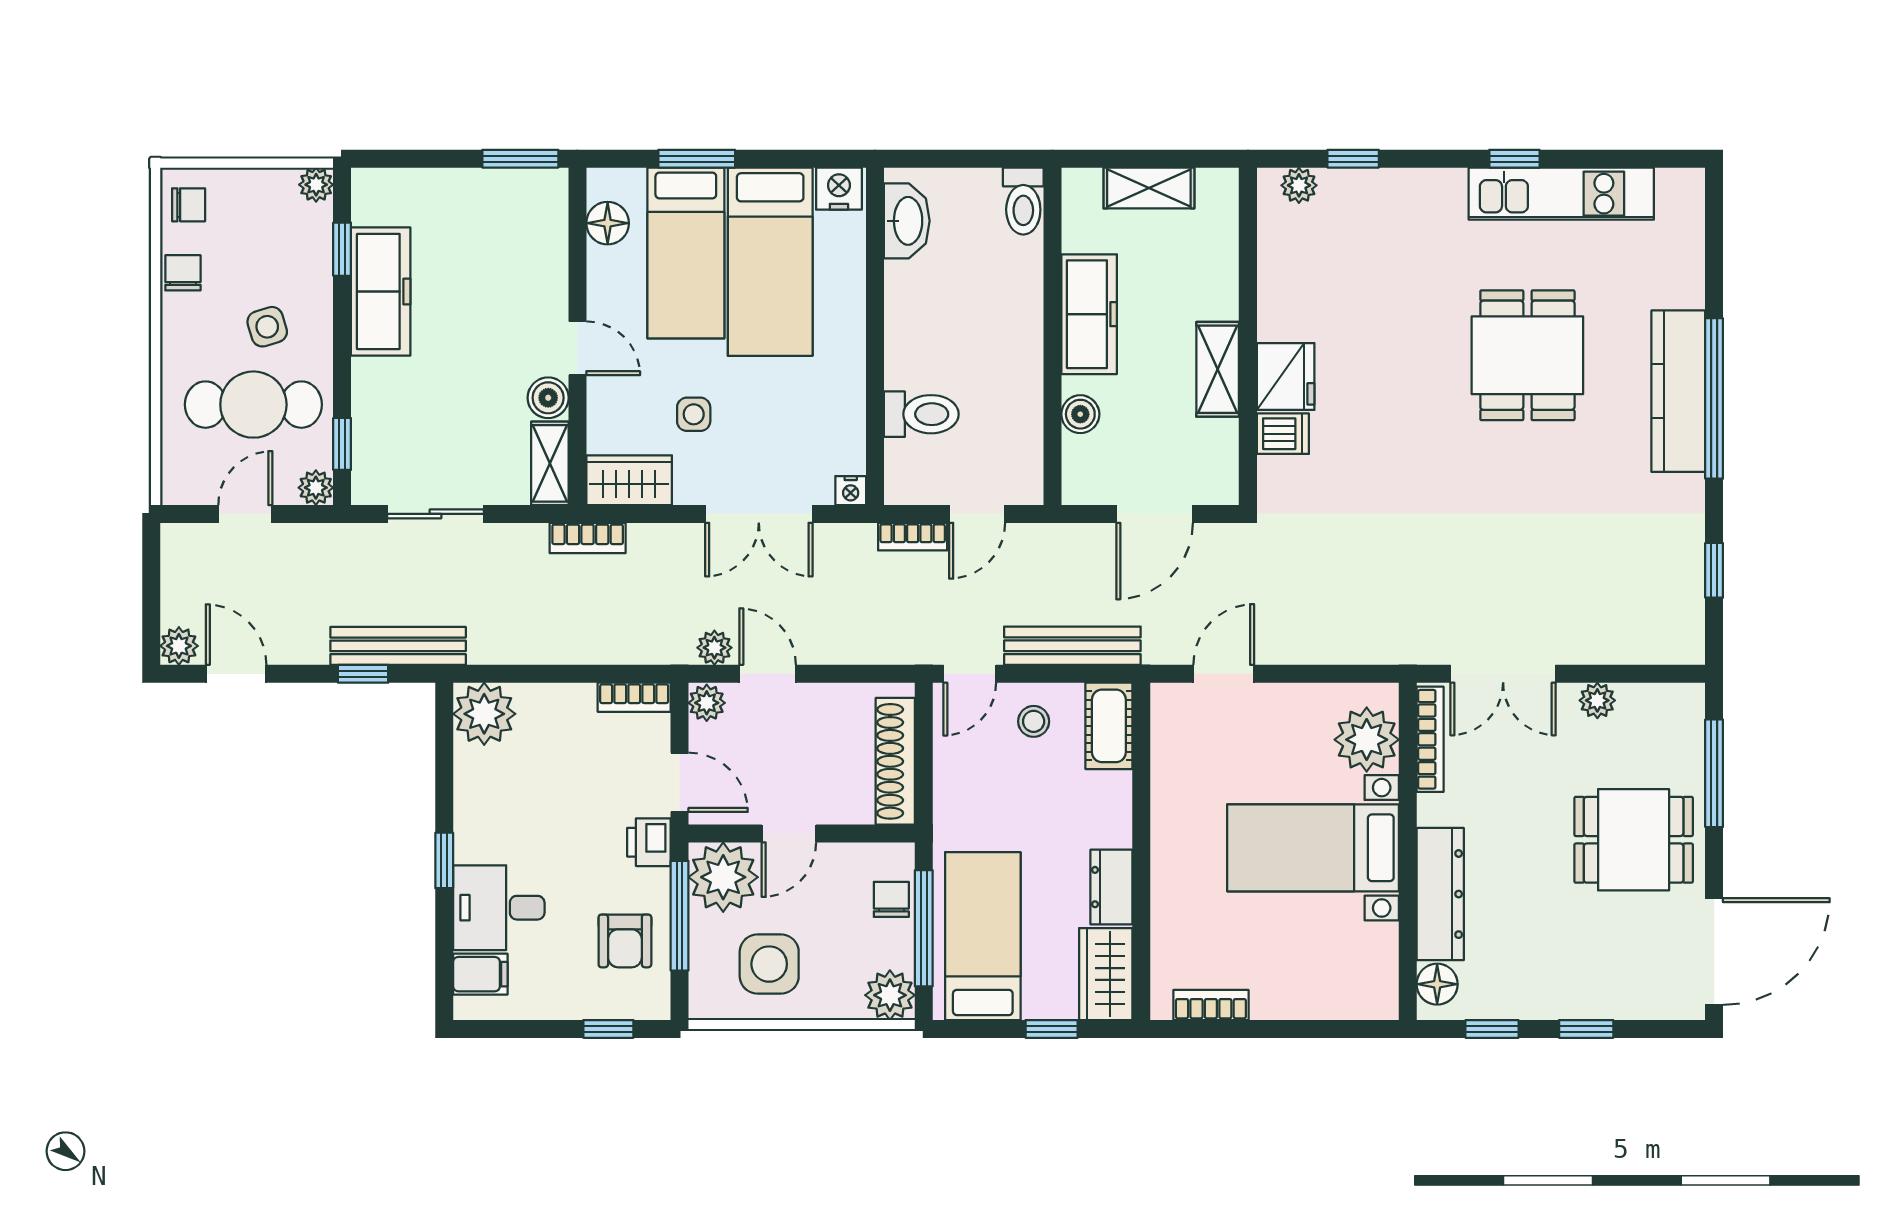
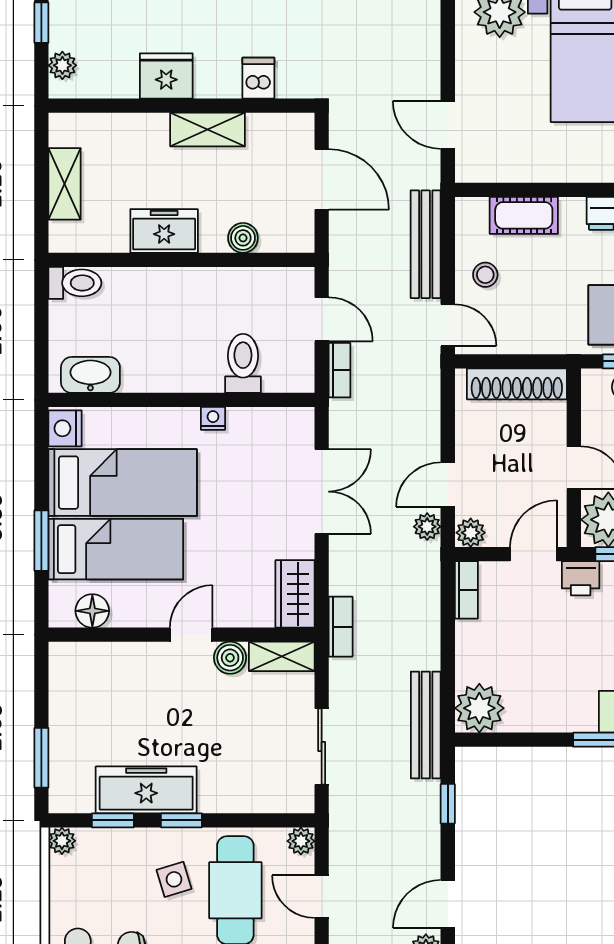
window: (520, 159) -> (41, 758), moved
freezer: (1089, 314) -> (164, 231), width x0.71
fridge: (1286, 376) -> (166, 76), moved
side table: (694, 414) -> (243, 543), removed
window: (342, 444) -> (181, 820), moved
nightstand: (851, 491) -> (213, 418), moved, turned -90
bench: (398, 646) -> (426, 725), moved
cot: (1109, 726) -> (524, 215), moved

